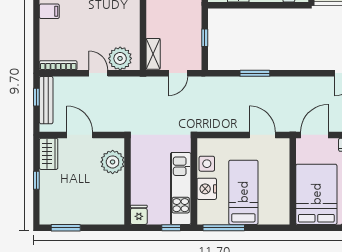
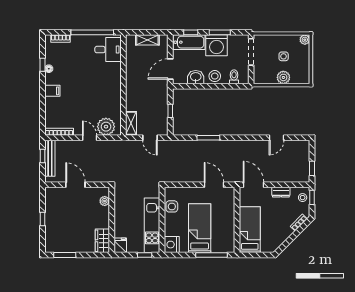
door: (178, 73) -> (150, 138), hinge flipped
door: (314, 135) -> (253, 185), hinge flipped
wardrobe: (49, 154) -> (102, 241), moved, turned 180
plant: (113, 162) -> (105, 201), width x0.53, depth x0.53
nightstand: (207, 189) -> (172, 245), moved
bed: (316, 194) -> (250, 230), width x0.67
window: (224, 228) -> (211, 255), moved

